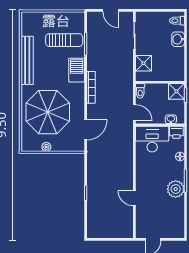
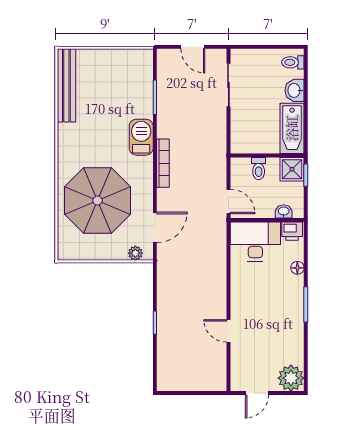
sun lounger: (64, 40) -> (122, 92), removed
bench: (27, 60) -> (66, 85), moved
shower: (143, 63) -> (242, 127), removed
bathtub: (176, 64) -> (292, 128), added
toilet: (140, 91) -> (259, 169), moved
plant: (46, 147) -> (135, 253), moved
plant: (176, 189) -> (291, 378), moved

